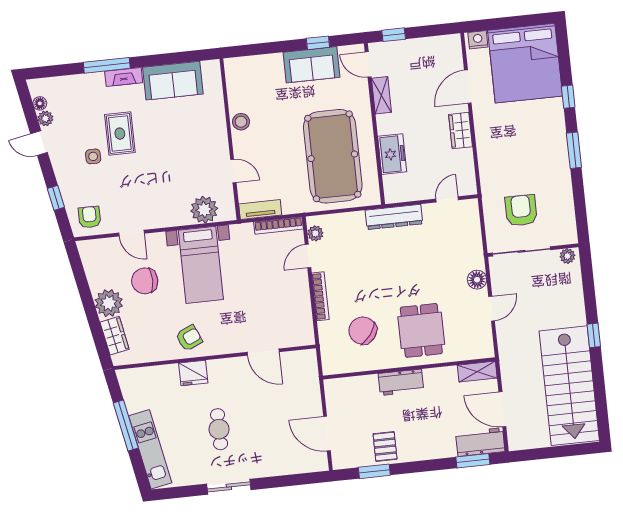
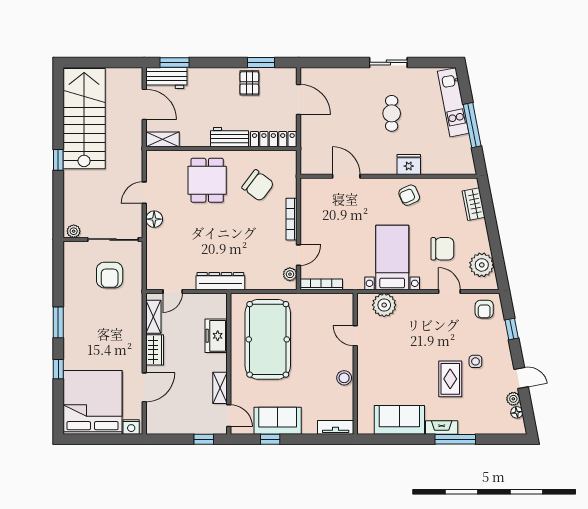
shelving: (466, 168) -> (153, 317), added
tv unit: (260, 210) -> (336, 427), moved, turned 180
plant: (109, 303) -> (482, 265), moved
locker: (351, 385) -> (273, 139), added

